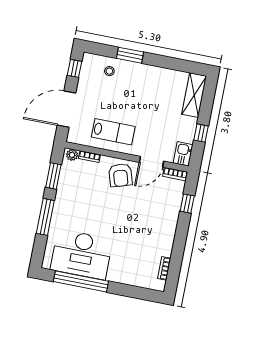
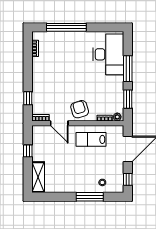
window: (130, 55) -> (90, 197), width x1.44
kitchen sink: (183, 154) -> (38, 133), removed
door: (152, 162) -> (59, 123), swing flipped
desk: (82, 254) -> (108, 54), moved, turned 90
window: (81, 281) -> (66, 27), moved

